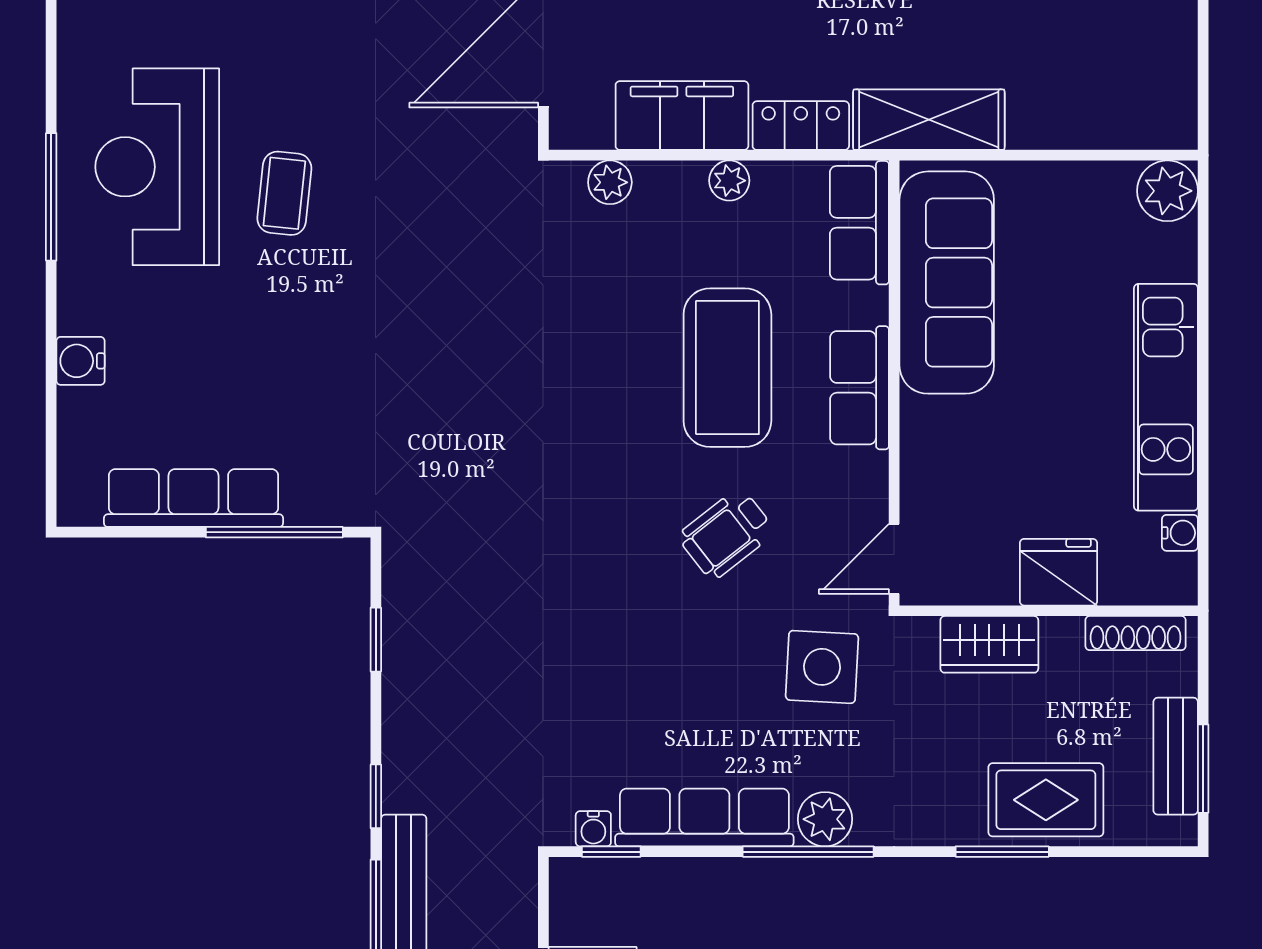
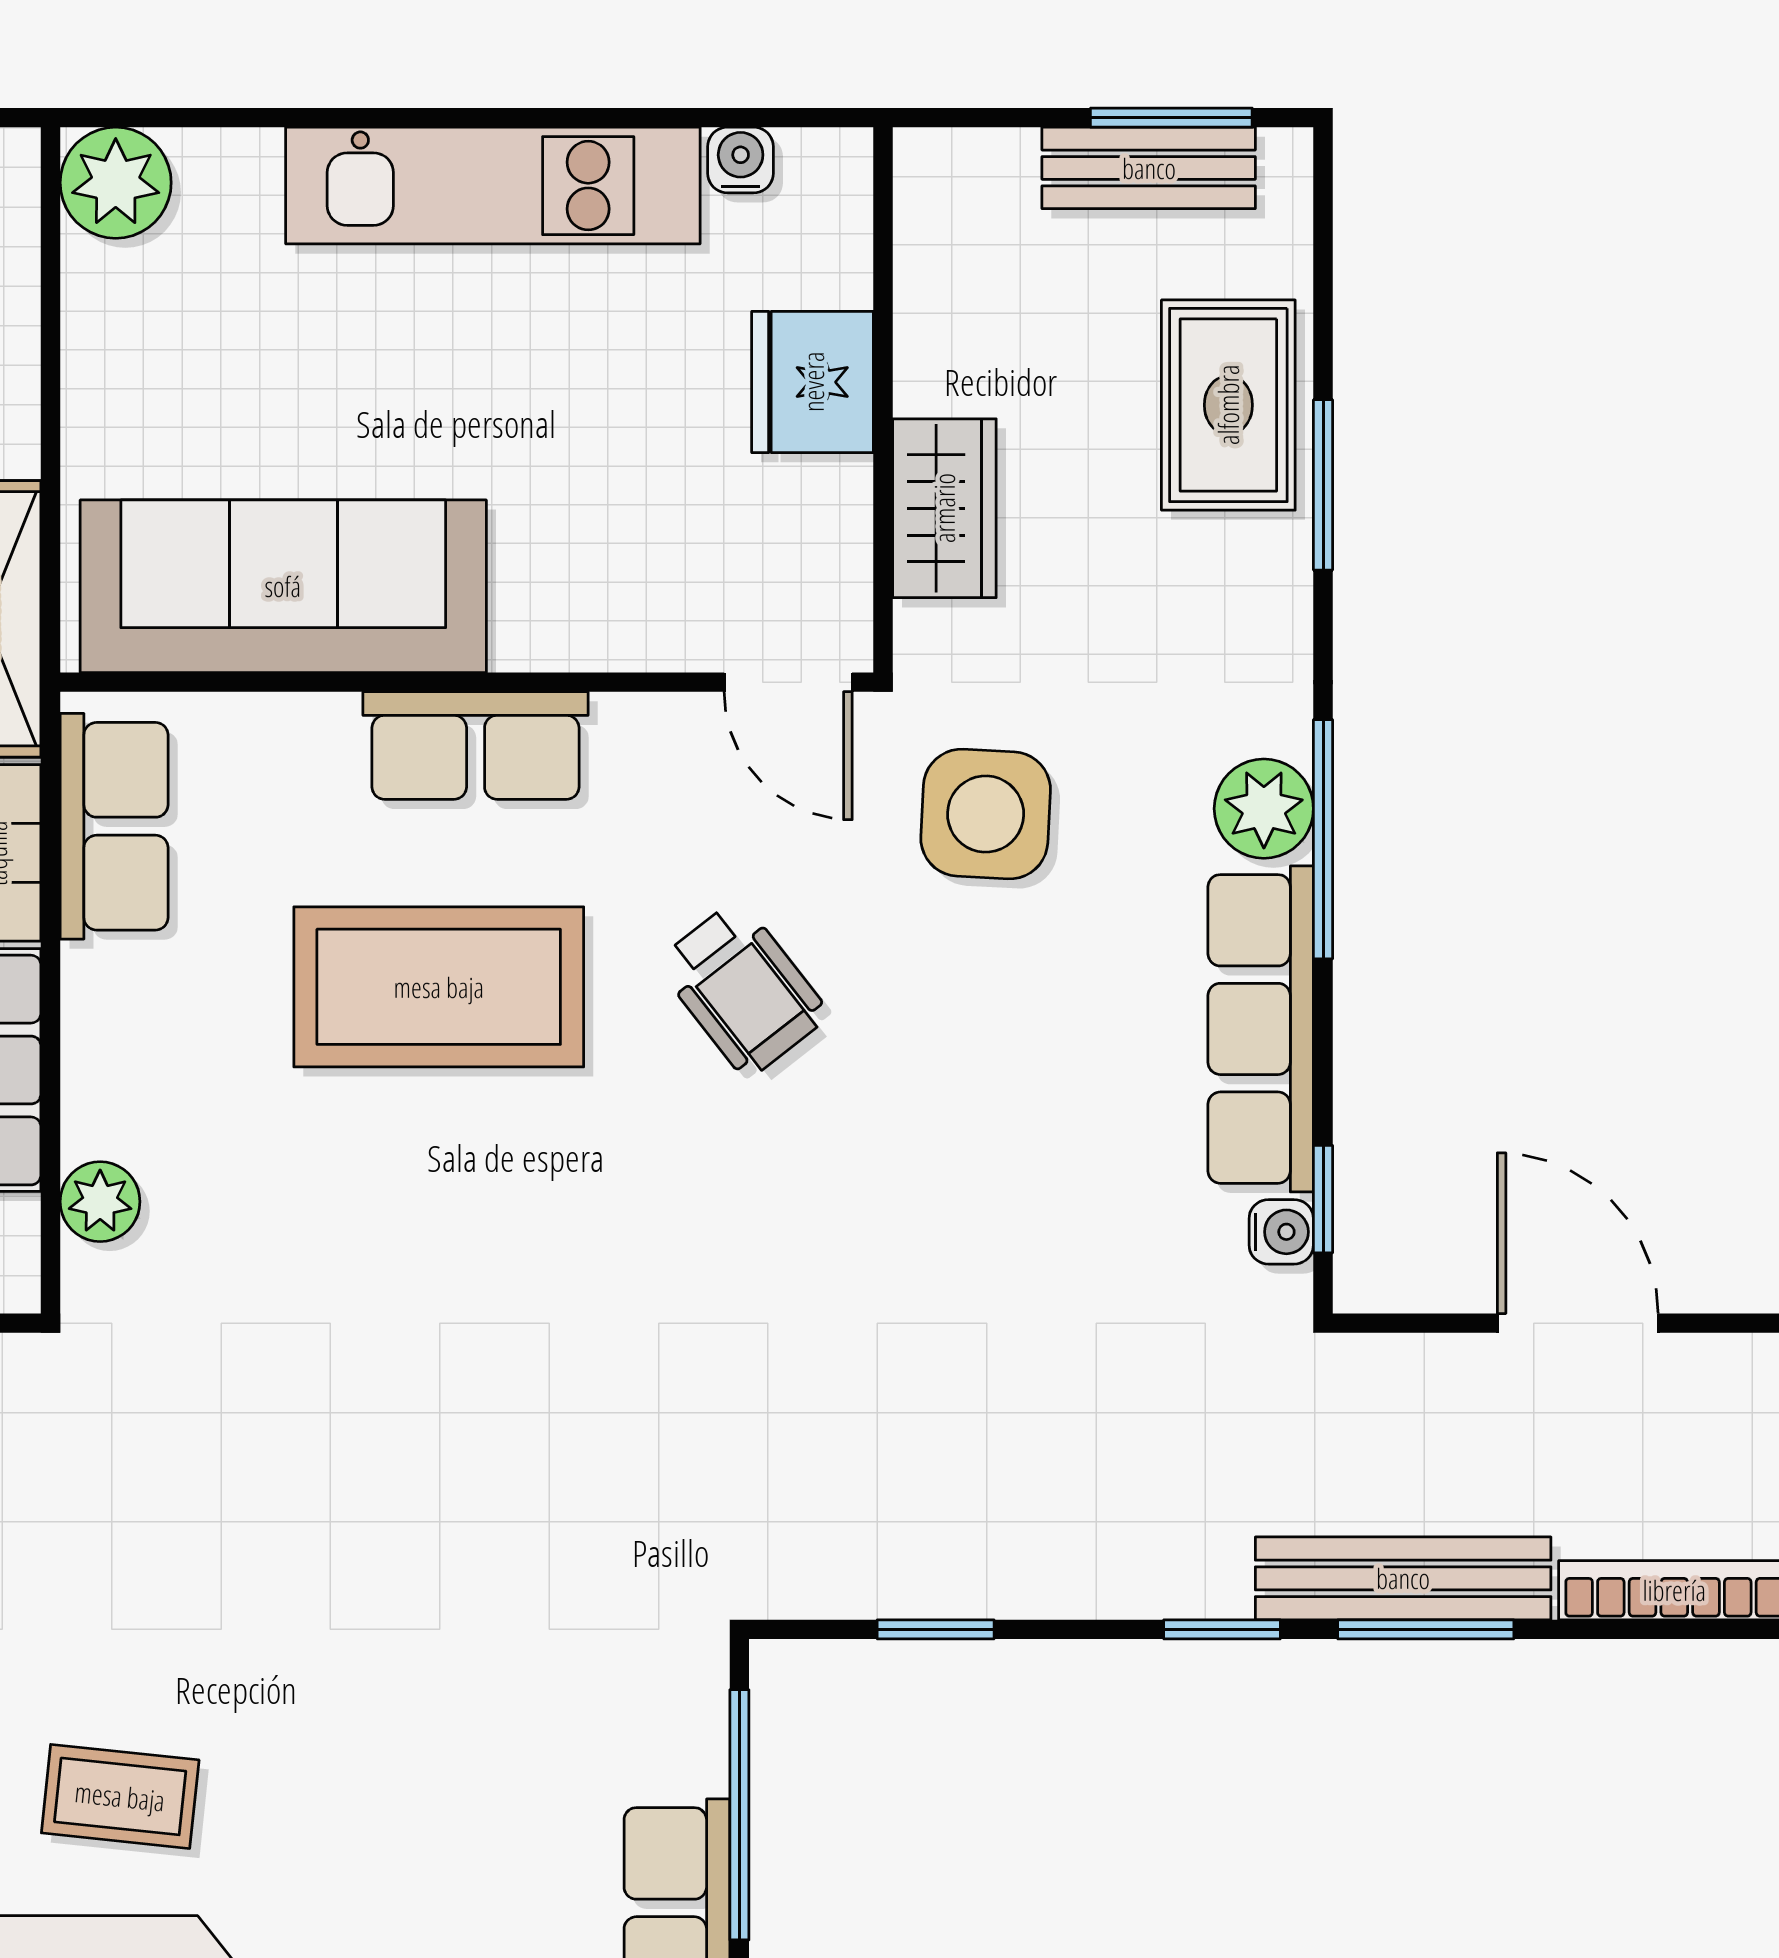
plant: (729, 181) -> (97, 983), removed
row of seats: (859, 223) -> (114, 826), moved, turned -90
shoe rack: (1136, 633) -> (924, 241), removed

